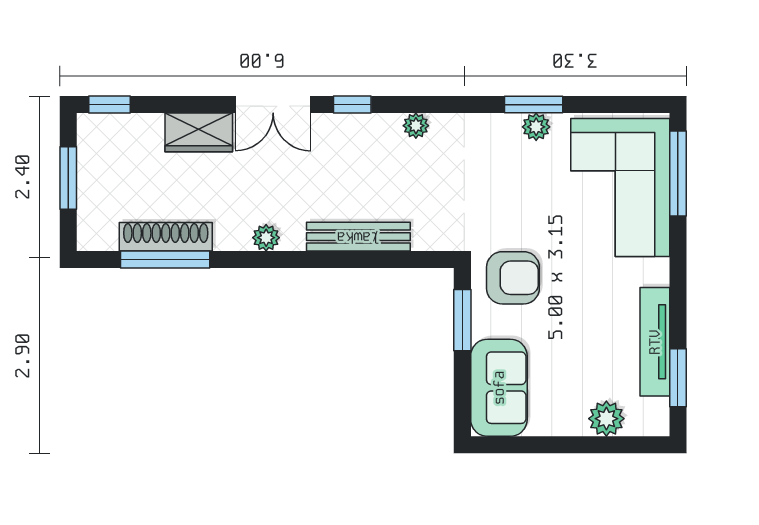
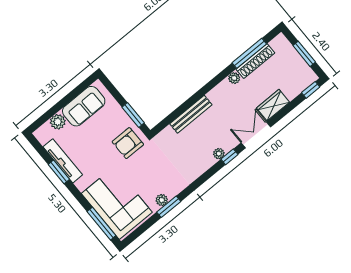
plant: (416, 126) -> (219, 154), moved
plant: (266, 238) -> (234, 78), moved
window: (678, 378) -> (59, 172), moved
sofa: (499, 388) -> (84, 106), moved, turned -90

